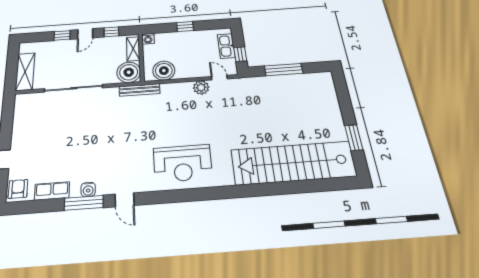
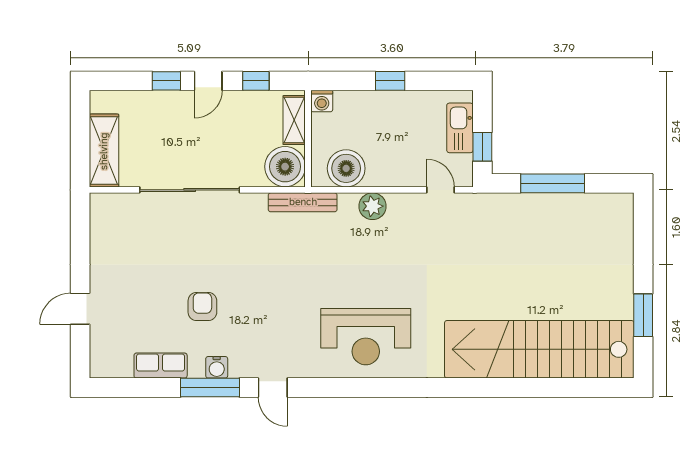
plant: (201, 88) -> (373, 206), moved
armchair: (18, 189) -> (202, 307), moved

